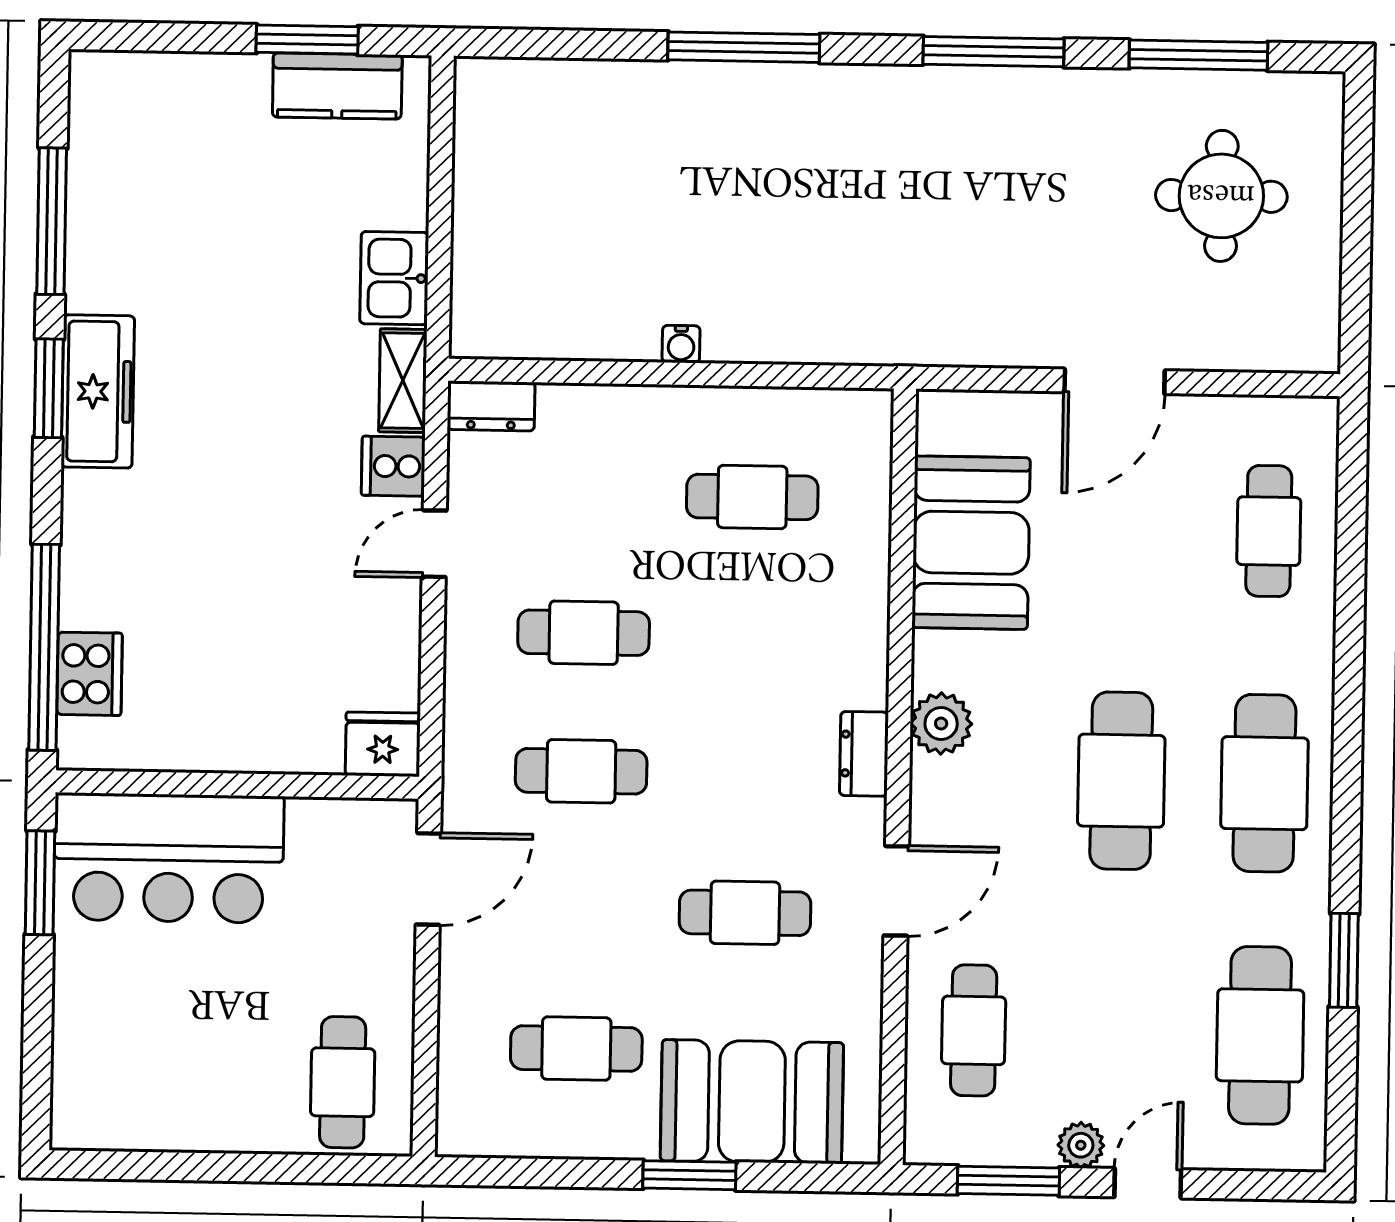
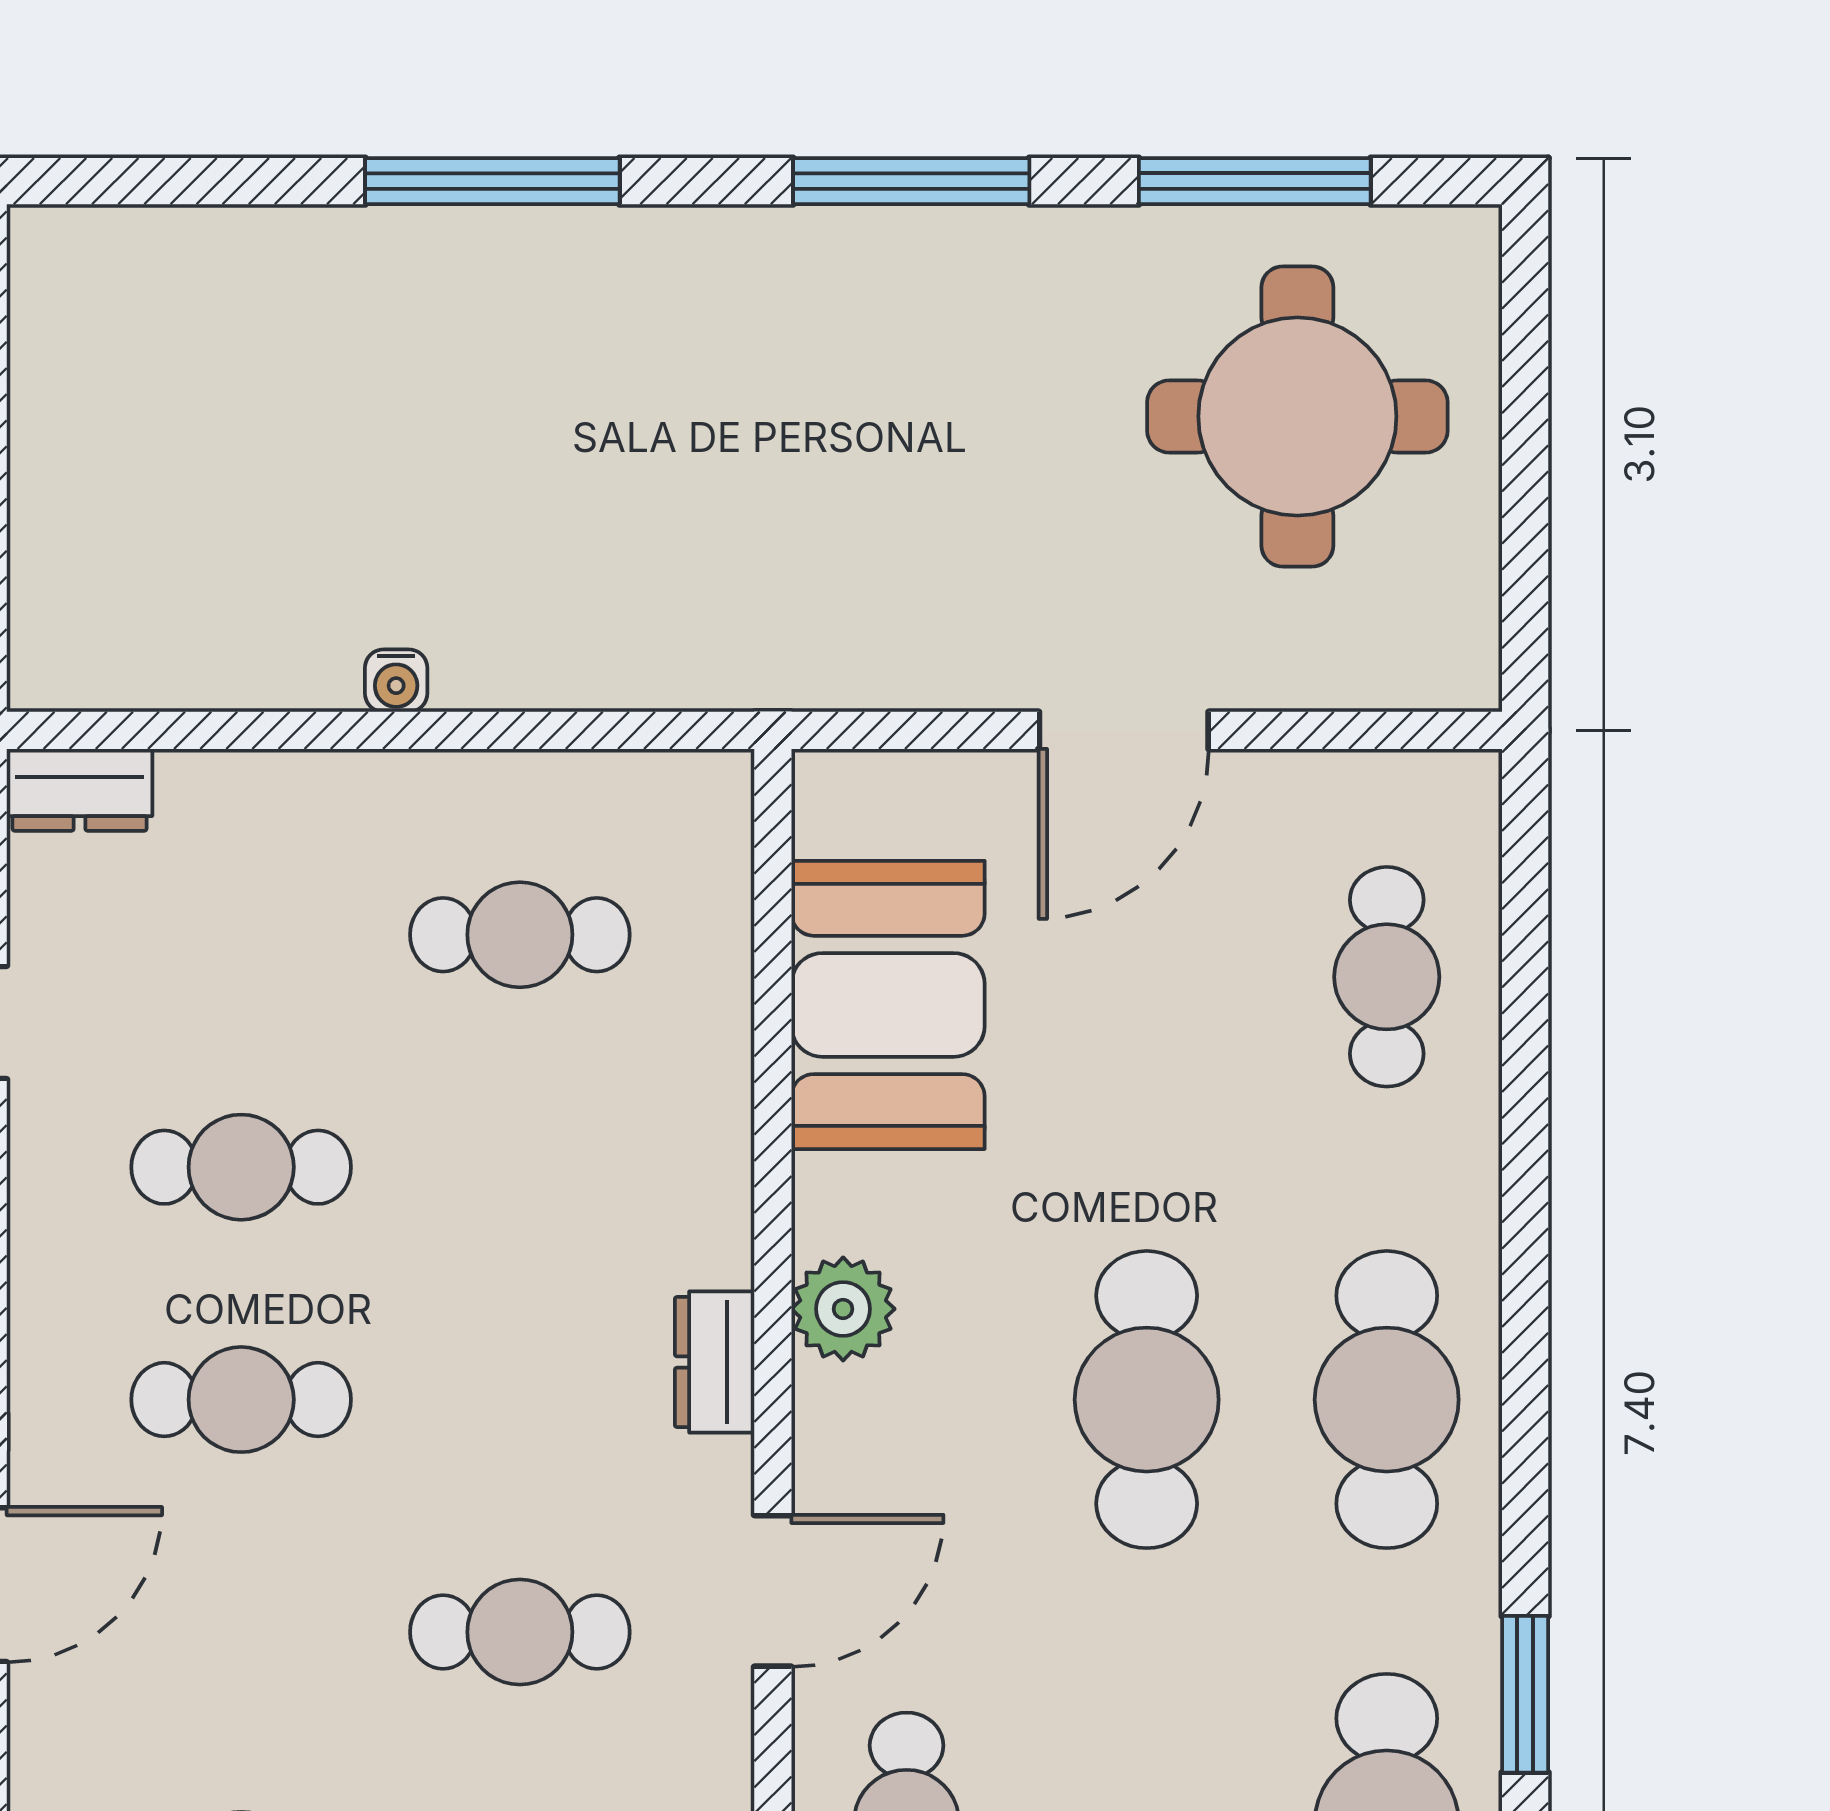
round table: (1221, 196) -> (1297, 416), width x1.36, depth x1.36

